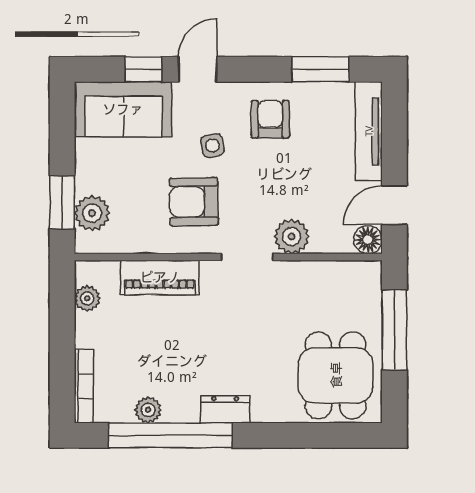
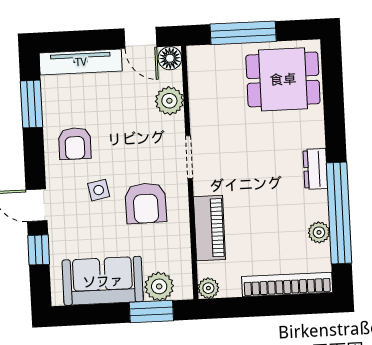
sofa: (123, 109) -> (103, 281), moved, turned -90
armchair: (270, 119) -> (75, 144), turned -90
plant: (292, 237) -> (169, 101), moved
plant: (87, 298) -> (208, 288), moved
bookcase: (84, 386) -> (287, 284), width x1.48, depth x1.31

